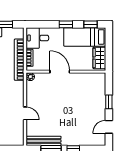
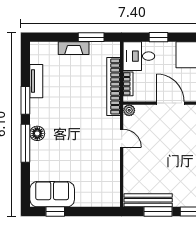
window: (66, 24) -> (159, 37), moved
door: (25, 113) -> (122, 138), moved

